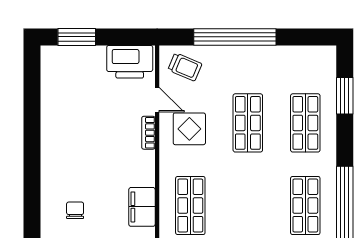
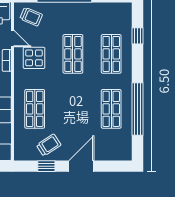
window: (345, 96) -> (137, 36), width x0.67

